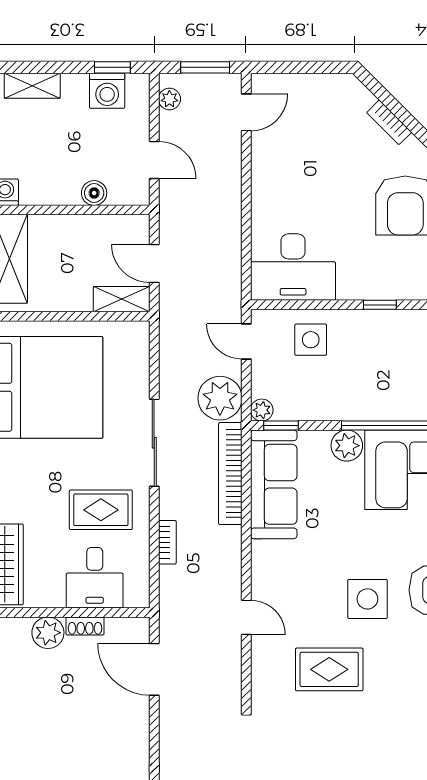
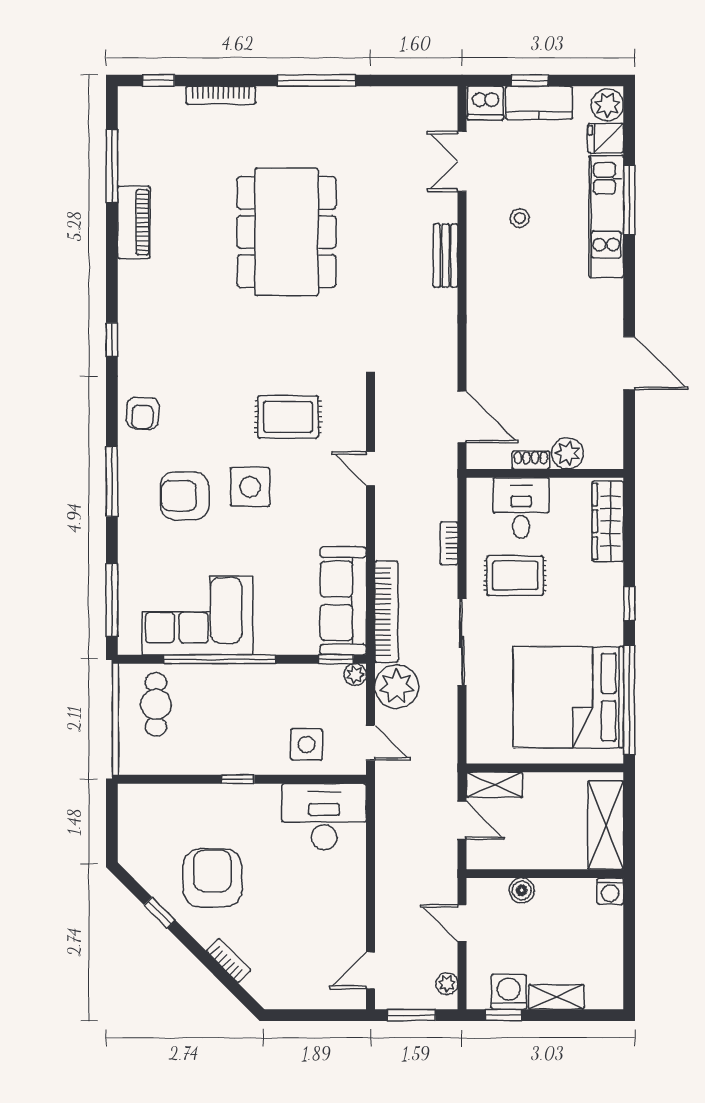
shelving: (32, 86) -> (556, 997), moved
plant: (347, 446) -> (271, 639), removed

